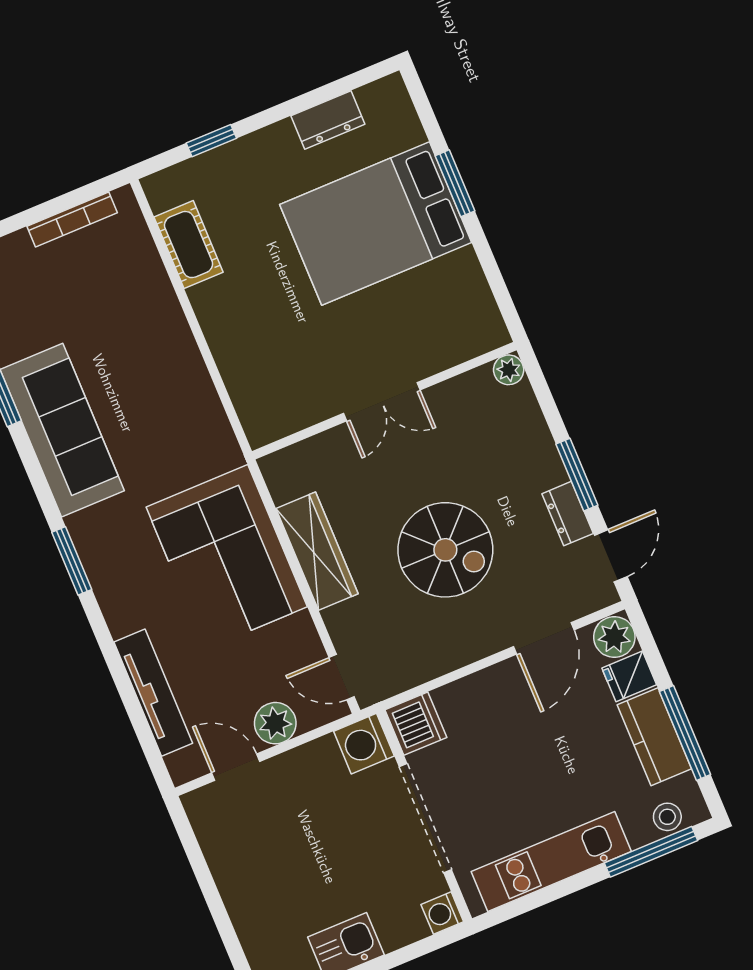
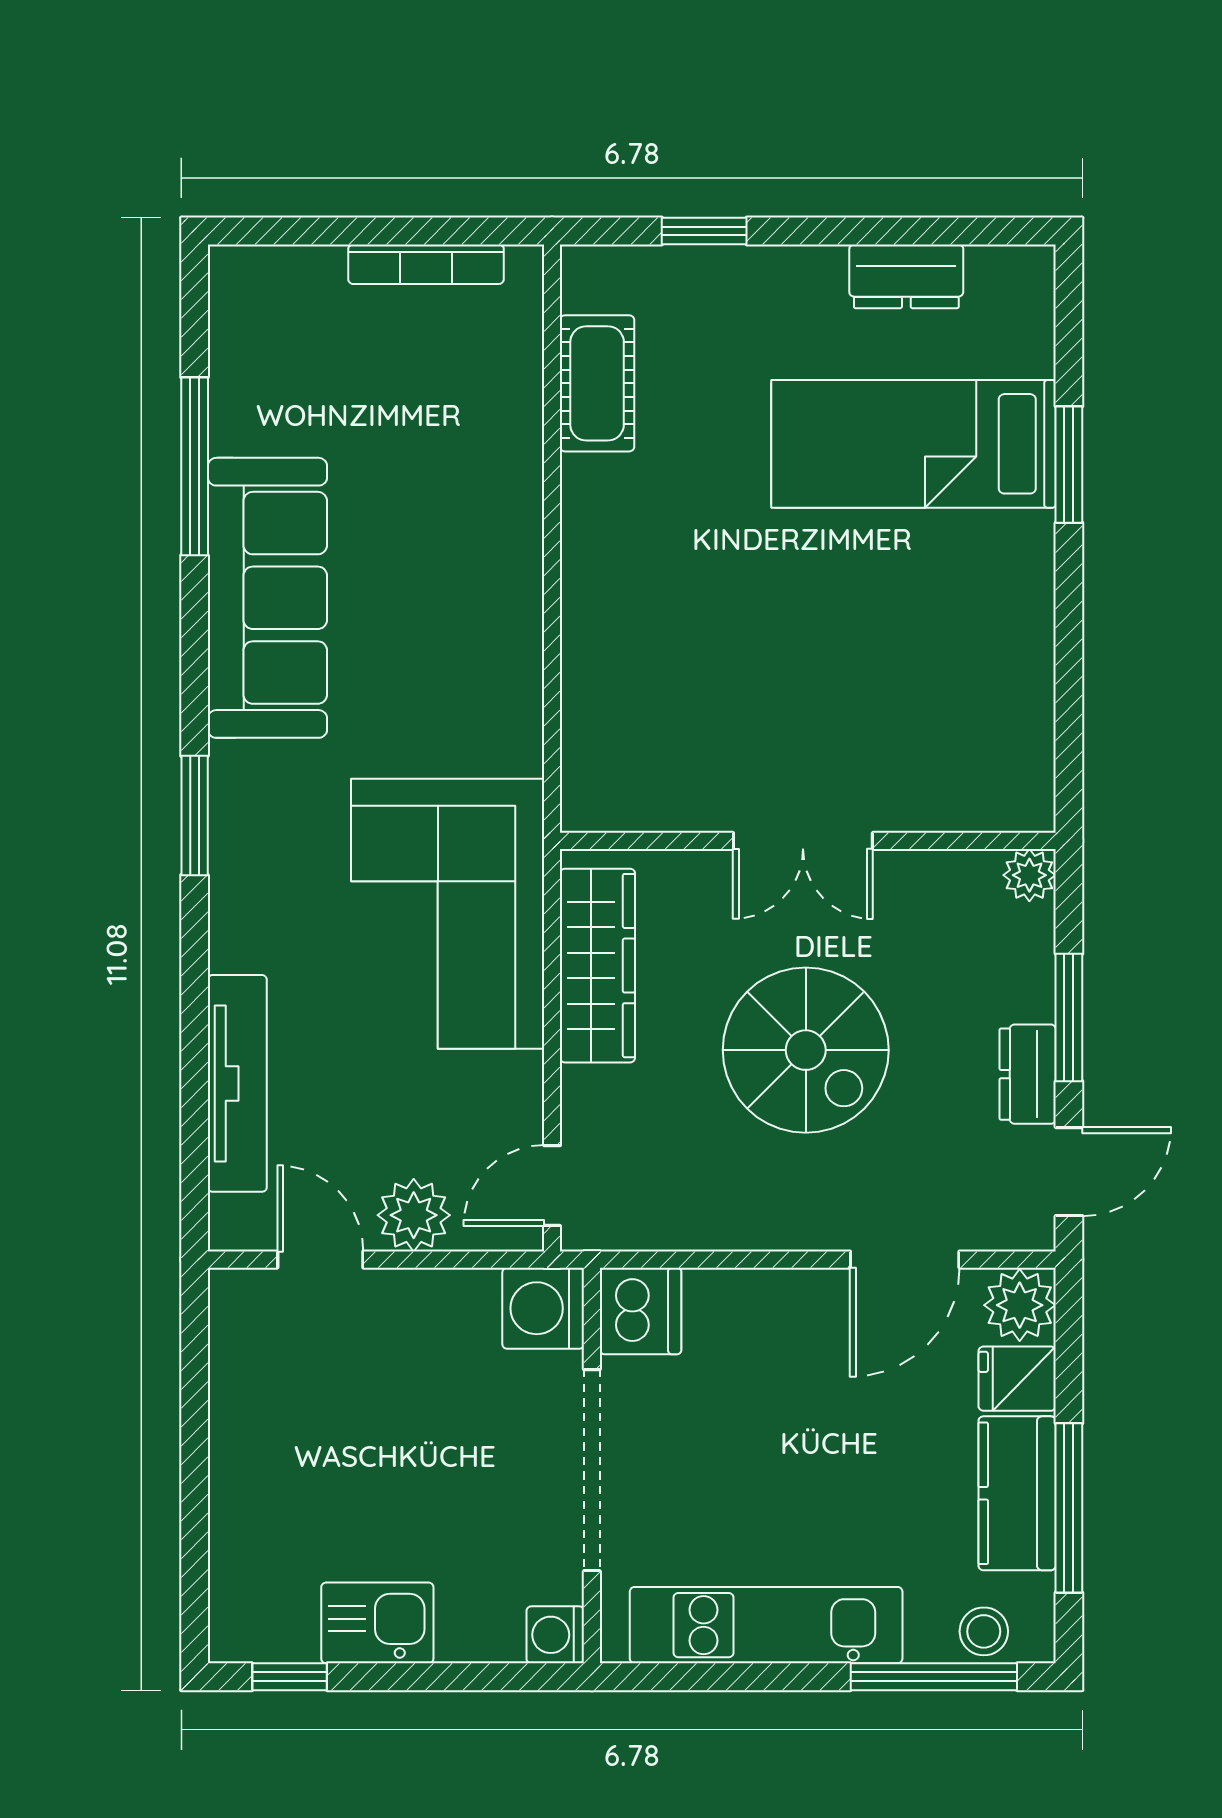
bed: (376, 223) -> (913, 444), width x0.67
plant: (509, 370) -> (1029, 875), moved
wall: (384, 401) -> (808, 841), moved
double door: (382, 402) -> (803, 841), moved
door: (342, 677) -> (552, 1186), hinge flipped

